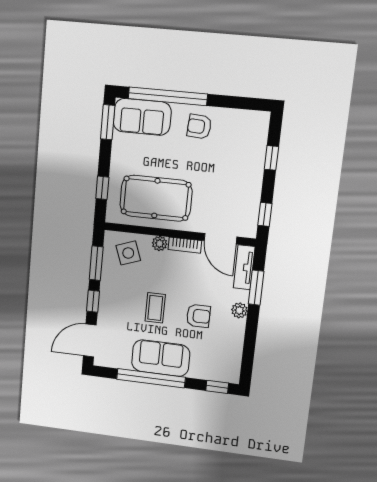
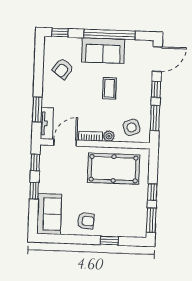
window: (168, 96) -> (109, 241), width x0.32
sofa: (142, 117) -> (49, 214), moved, turned 90
window: (271, 158) -> (34, 191), moved
window: (102, 188) -> (152, 192), moved
door: (221, 239) -> (65, 143), hinge flipped
plant: (239, 310) -> (48, 92), removed
armchair: (198, 316) -> (63, 69), moved, turned -54

